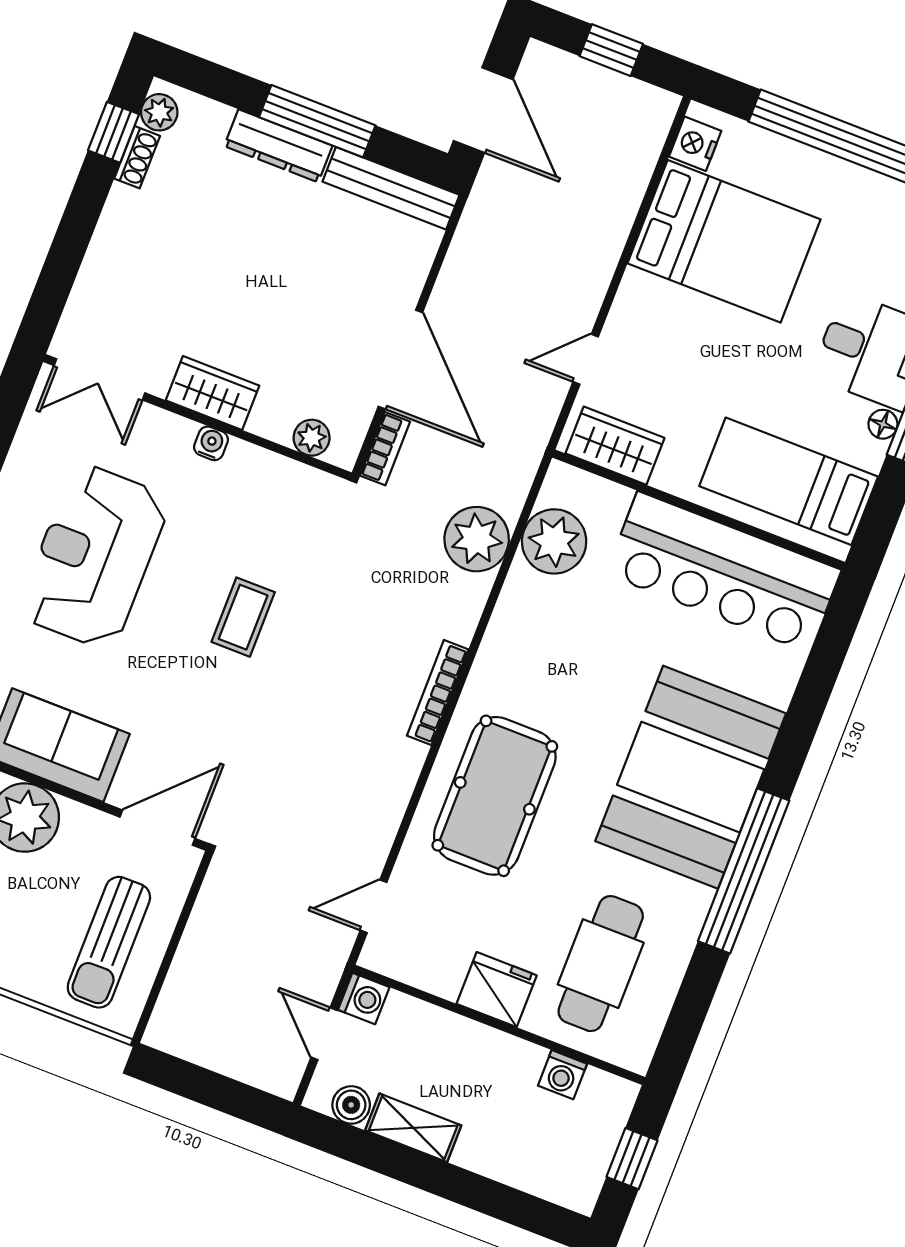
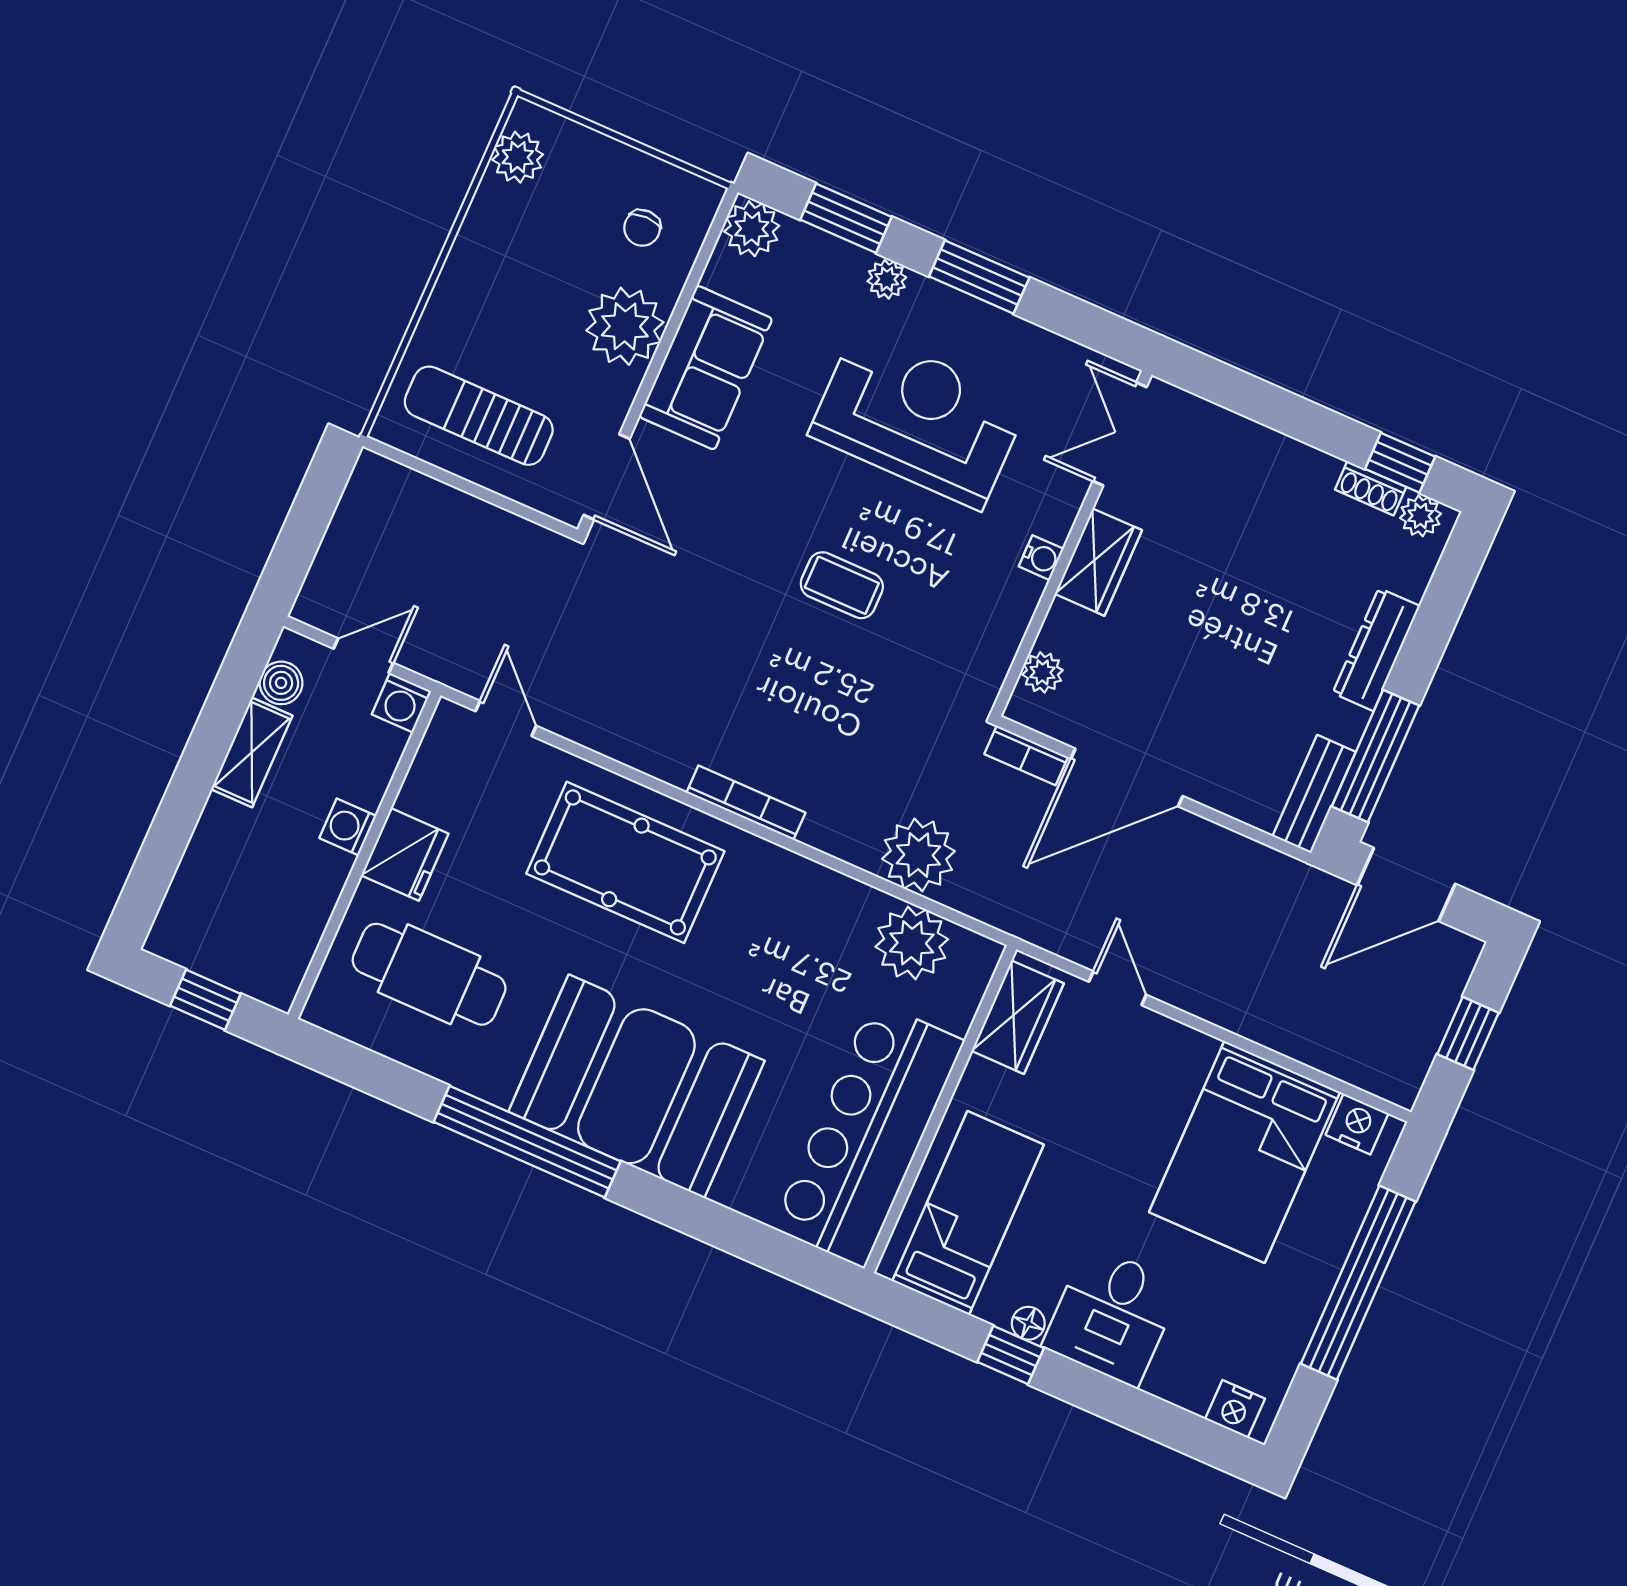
window: (317, 121) -> (1375, 756), moved
bench: (391, 188) -> (1314, 794), width x0.73
washing machine: (562, 1075) -> (348, 827), moved

